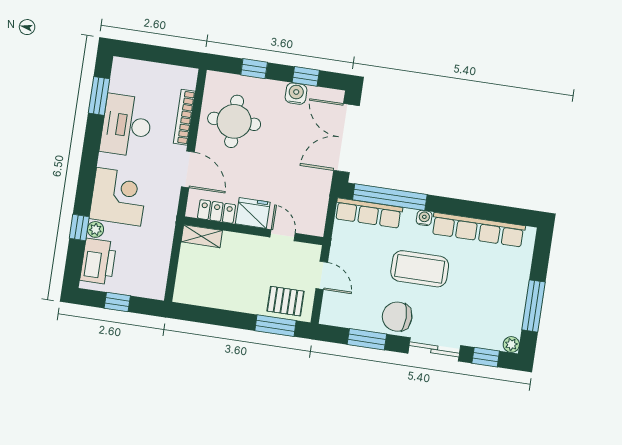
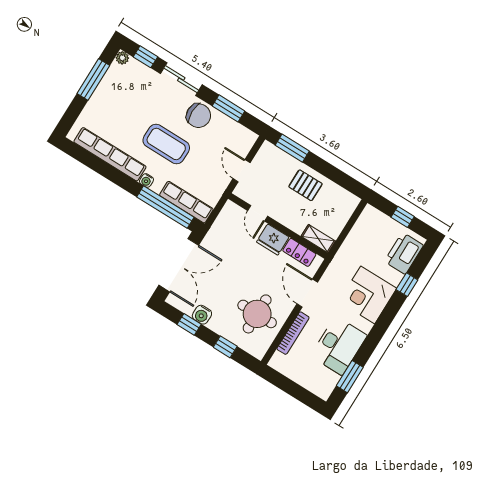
plant: (95, 229) -> (396, 278), removed
pallet: (285, 301) -> (305, 185), moved

